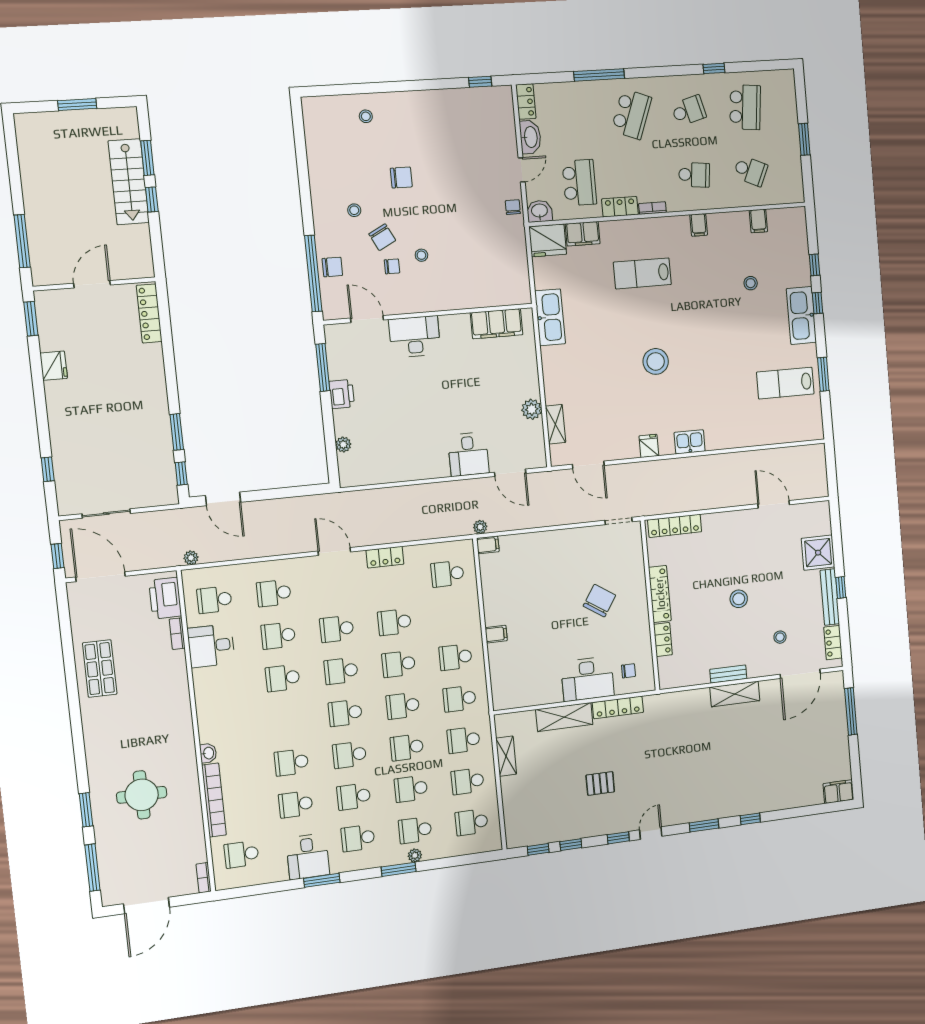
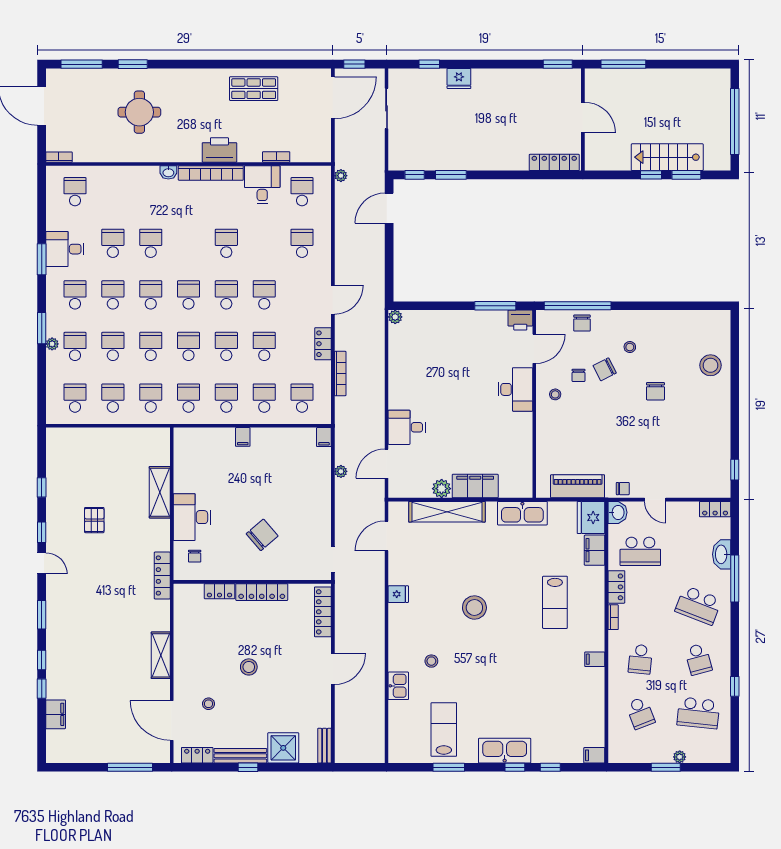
window: (77, 105) -> (735, 121), width x2.11
stool: (366, 116) -> (711, 365), width x1.89, depth x1.89
plant: (792, 125) -> (680, 757), added
washbasin: (530, 137) -> (722, 554), moved, turned 90
school desk: (750, 171) -> (640, 713), turned -45
filing cabinet: (758, 221) -> (594, 755), moved
stool: (421, 255) -> (555, 394), moved
piano: (515, 258) -> (578, 486), added
lab bench: (642, 273) -> (555, 602), turned 180
stool: (751, 283) -> (431, 661), moved
filing cabinet: (497, 324) -> (475, 486), moved, turned 90
fridge: (54, 366) -> (459, 78), moved
printer: (342, 394) -> (520, 320), moved
shelving: (555, 424) -> (447, 512), width x2.20, depth x1.33
kitchen sink: (690, 442) -> (398, 686), moved
plant: (343, 445) -> (395, 317), moved
door: (774, 504) -> (333, 669), moved
plant: (480, 527) -> (341, 471), moved
bookcase: (416, 534) -> (340, 374), added
printer: (165, 598) -> (219, 150), moved
chair: (599, 601) -> (262, 535), turned -74
school desk: (278, 636) -> (264, 398), moved
bench: (728, 674) -> (324, 746), moved
locker: (618, 707) -> (162, 575), moved
shelving: (506, 756) -> (131, 435), removed
filing cabinet: (838, 792) -> (56, 714), moved
bookcase: (214, 800) -> (211, 173), moved
window: (538, 849) -> (42, 689), moved

